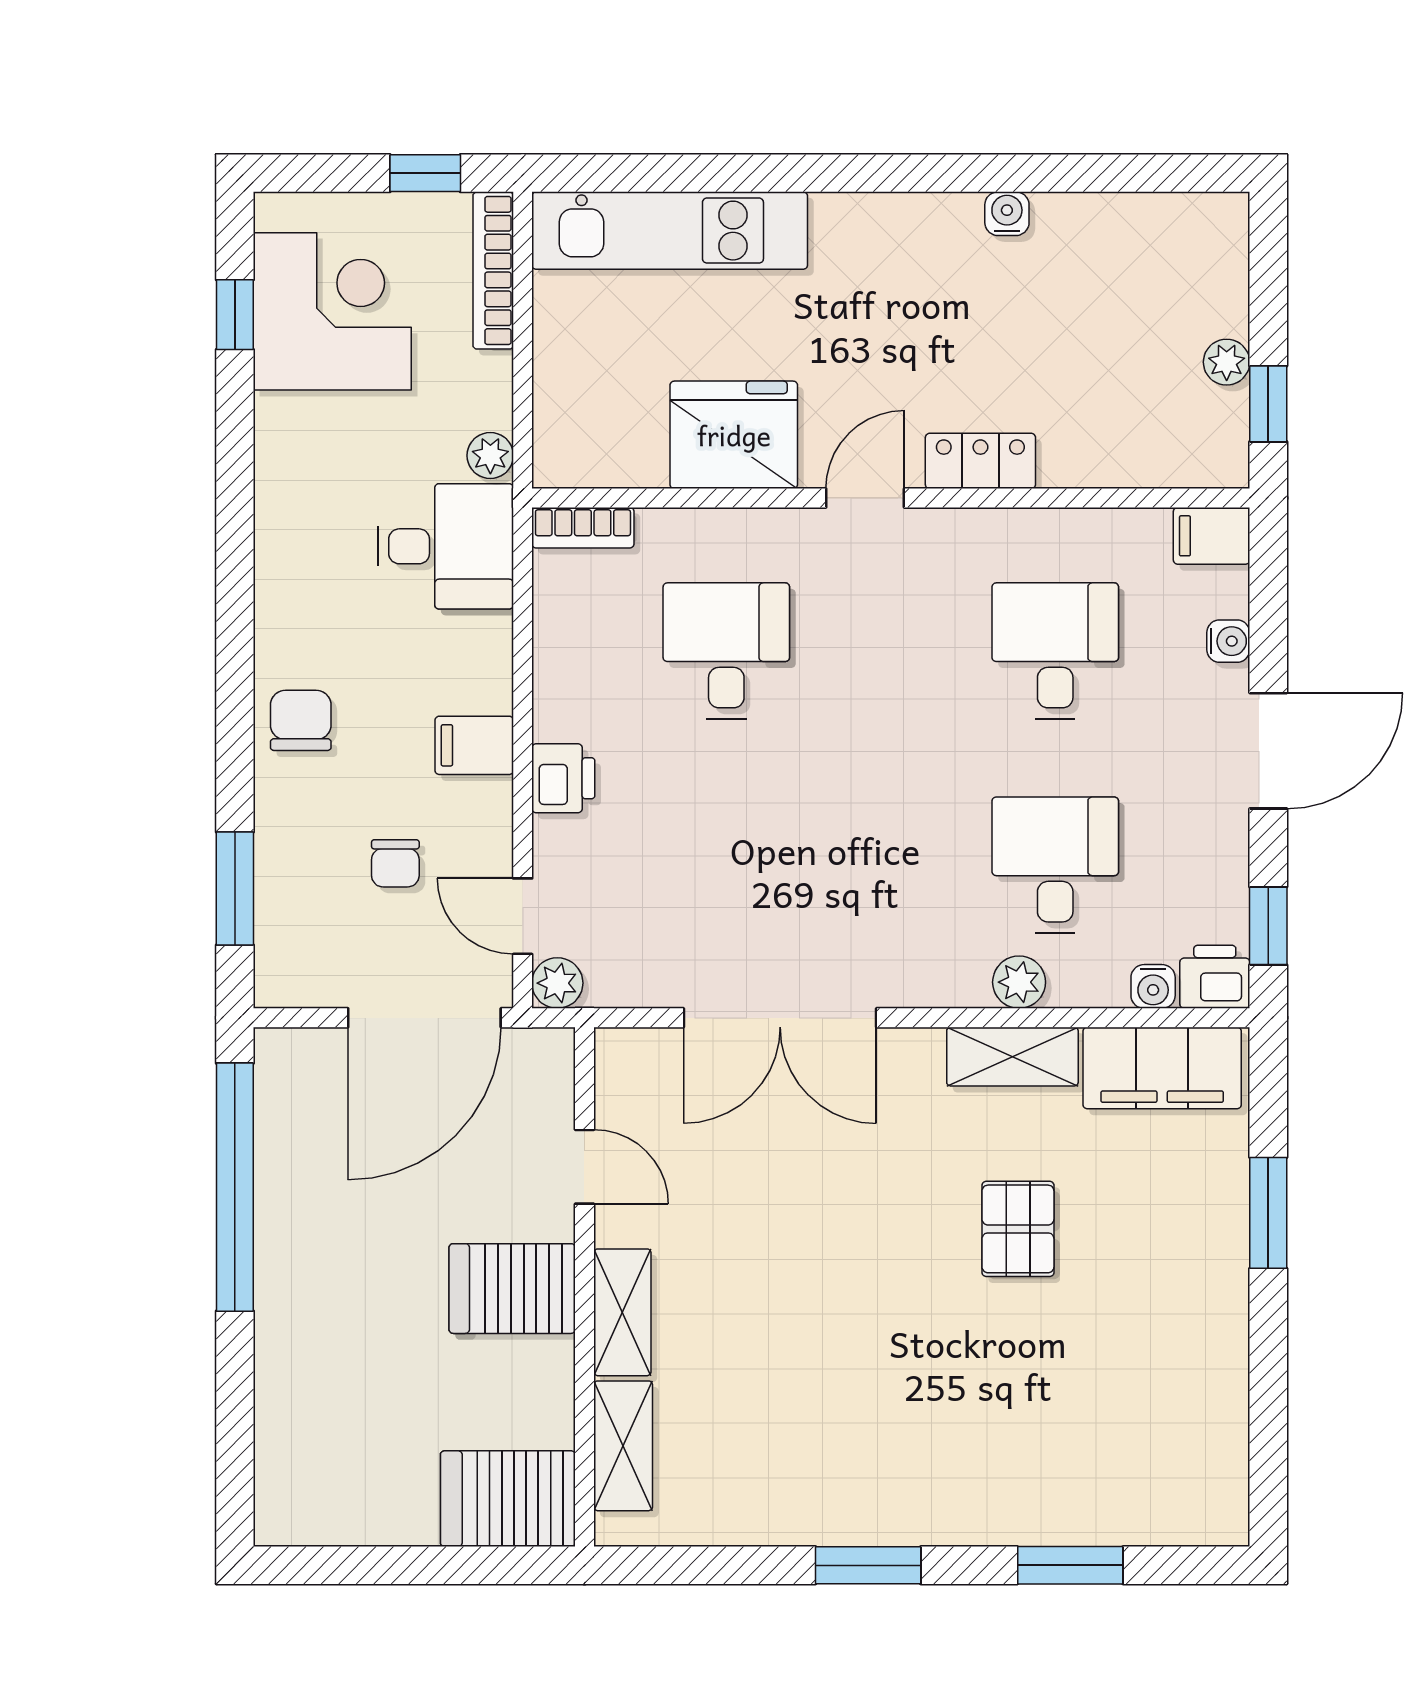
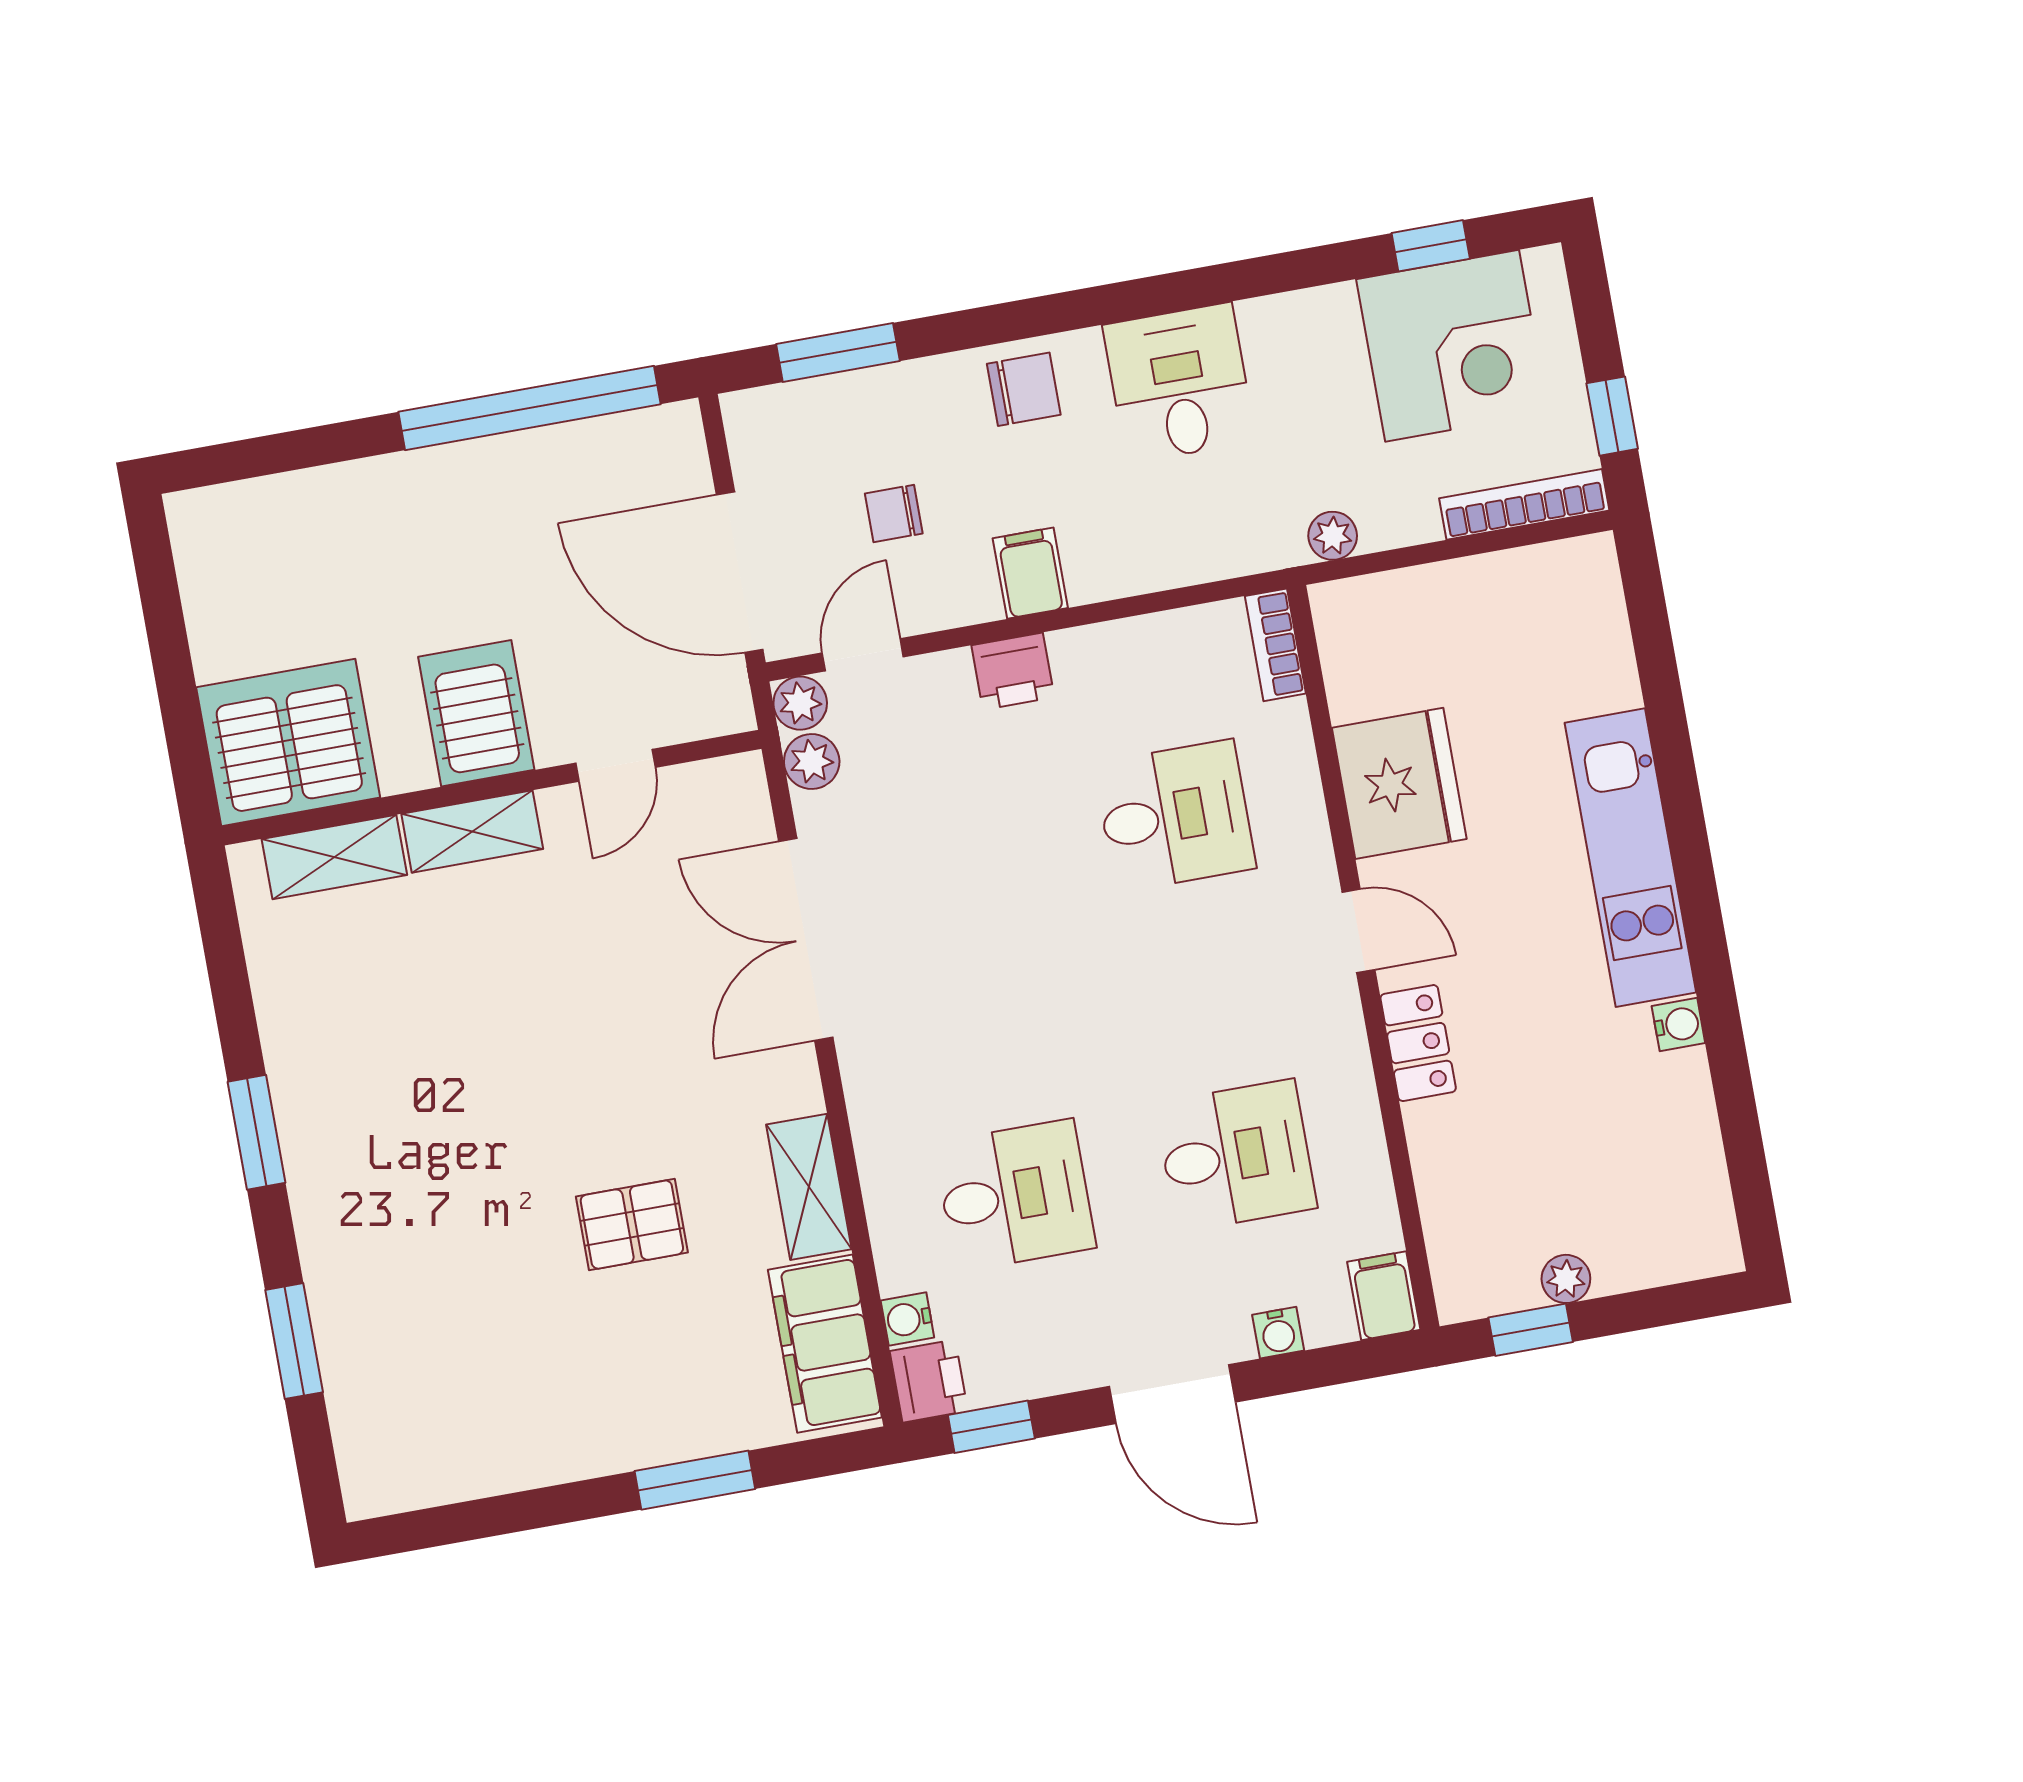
kitchen unit: (670, 231) -> (1630, 858), moved
desk: (446, 546) -> (1179, 383), moved, turned 180
plant: (1019, 982) -> (812, 761), moved
server rack: (508, 1499) -> (288, 742), width x1.60

